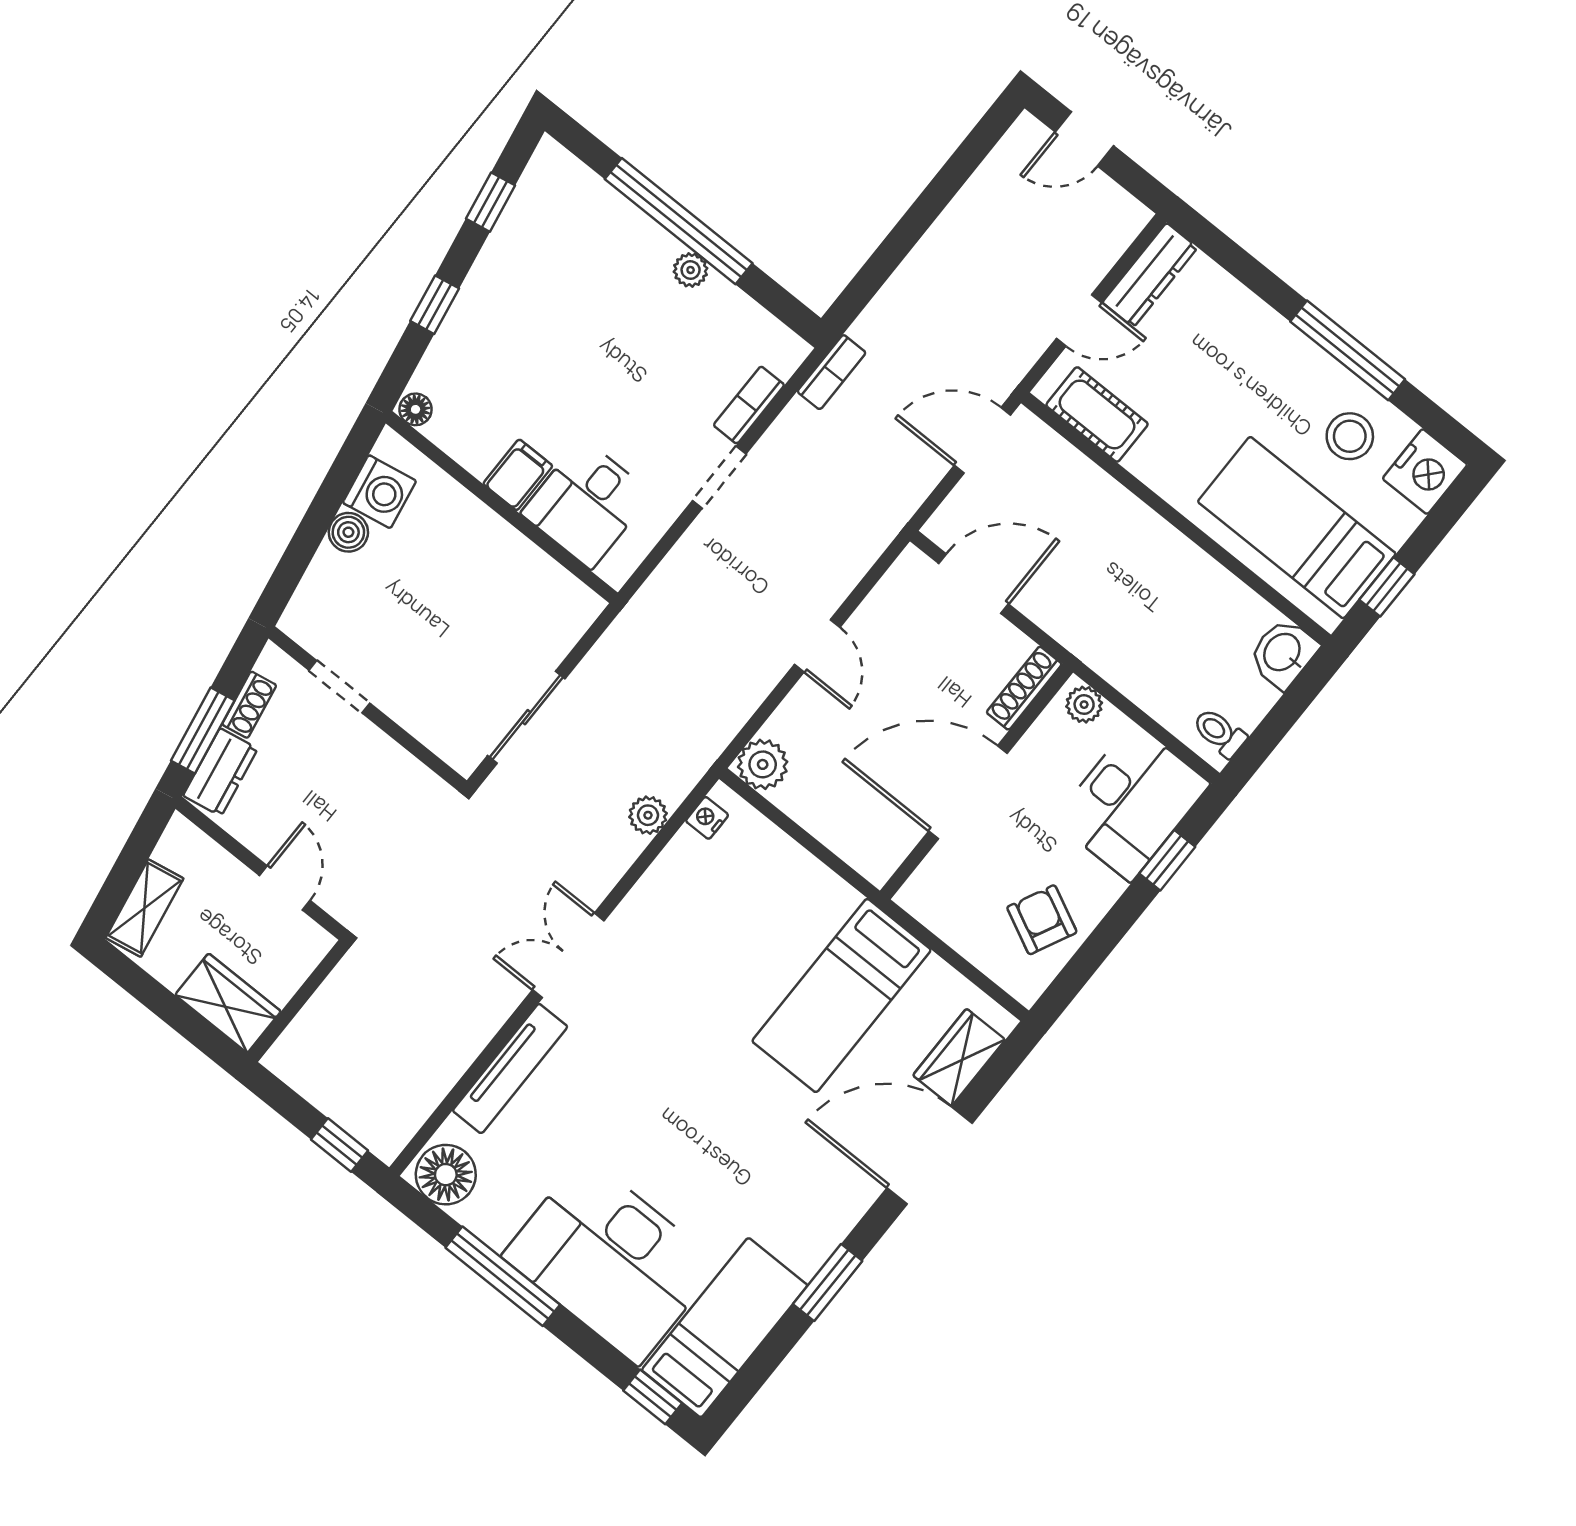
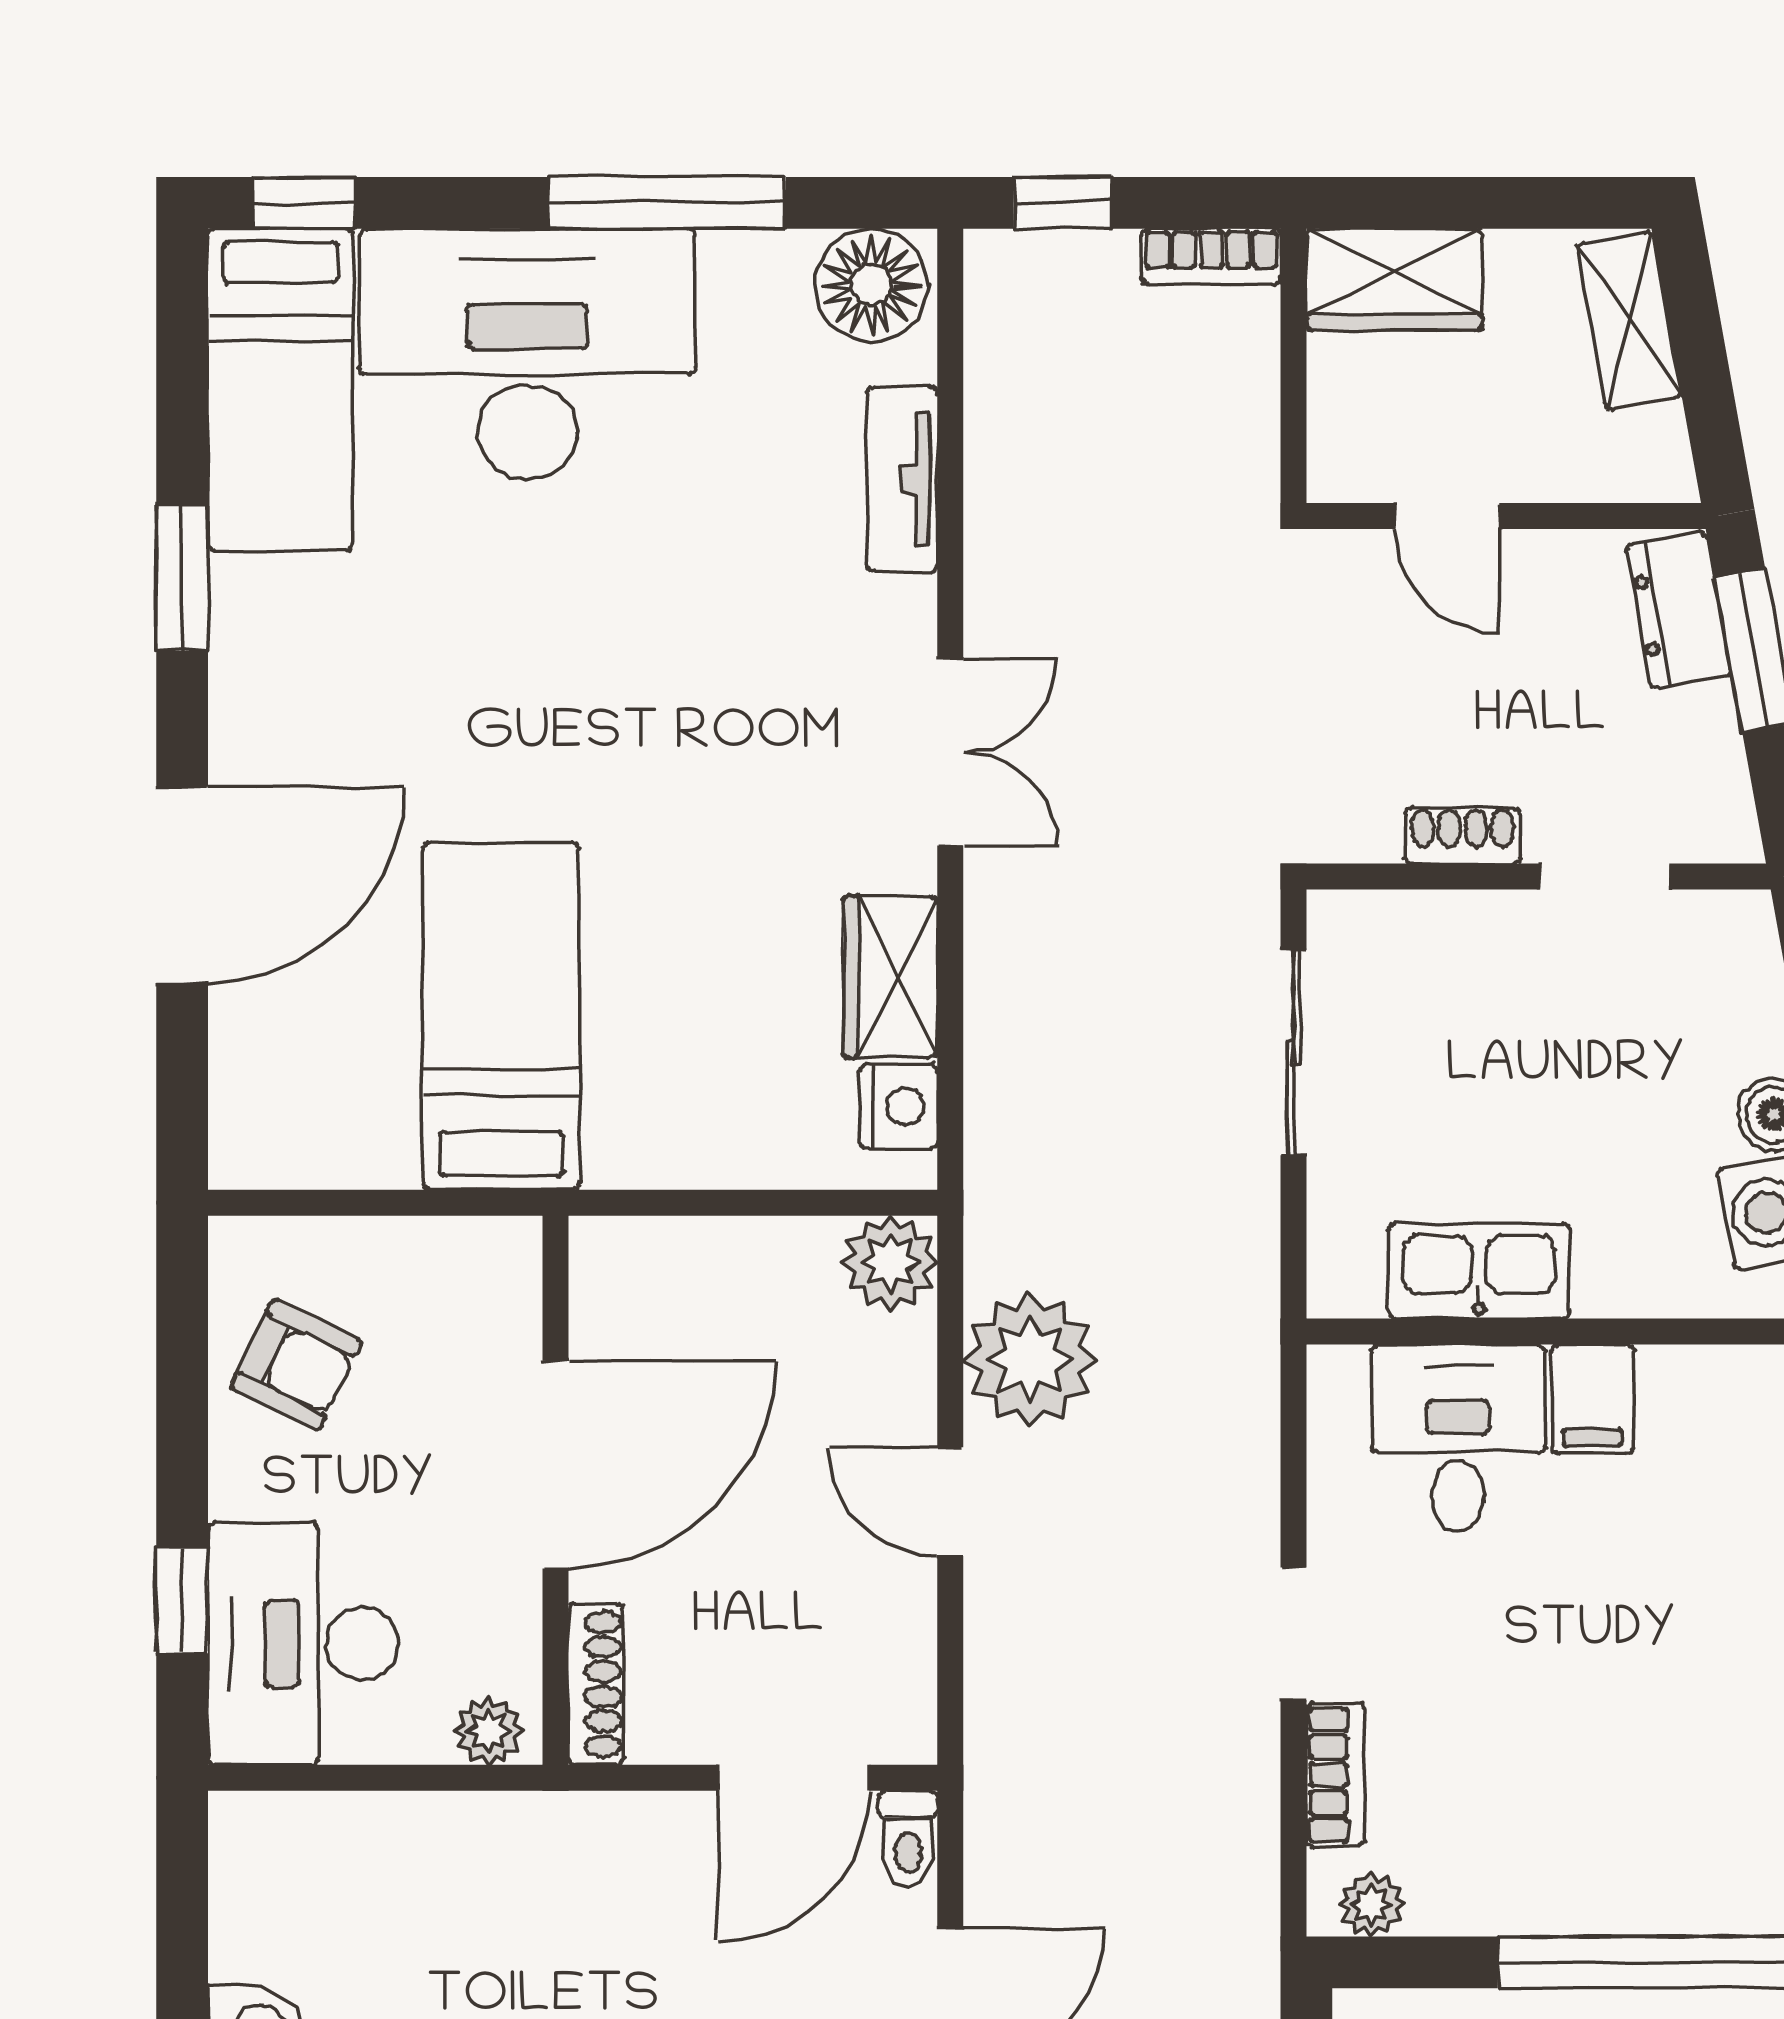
plant: (691, 270) -> (1371, 1905), moved
bookcase: (832, 372) -> (1211, 256), moved, turned -90
kitchen sink: (522, 566) -> (1479, 1271), added
shoe rack: (249, 705) -> (1463, 836), moved, turned 100
toilet: (1219, 733) -> (908, 1839), moved, turned 90
plant: (648, 815) -> (1030, 1360), moved, width x1.88, depth x1.88
nightstand: (707, 818) -> (899, 1107), width x1.39, depth x1.35
wardrobe: (959, 1057) -> (890, 977), moved, turned 180
tv unit: (510, 1069) -> (902, 479), width x0.71

